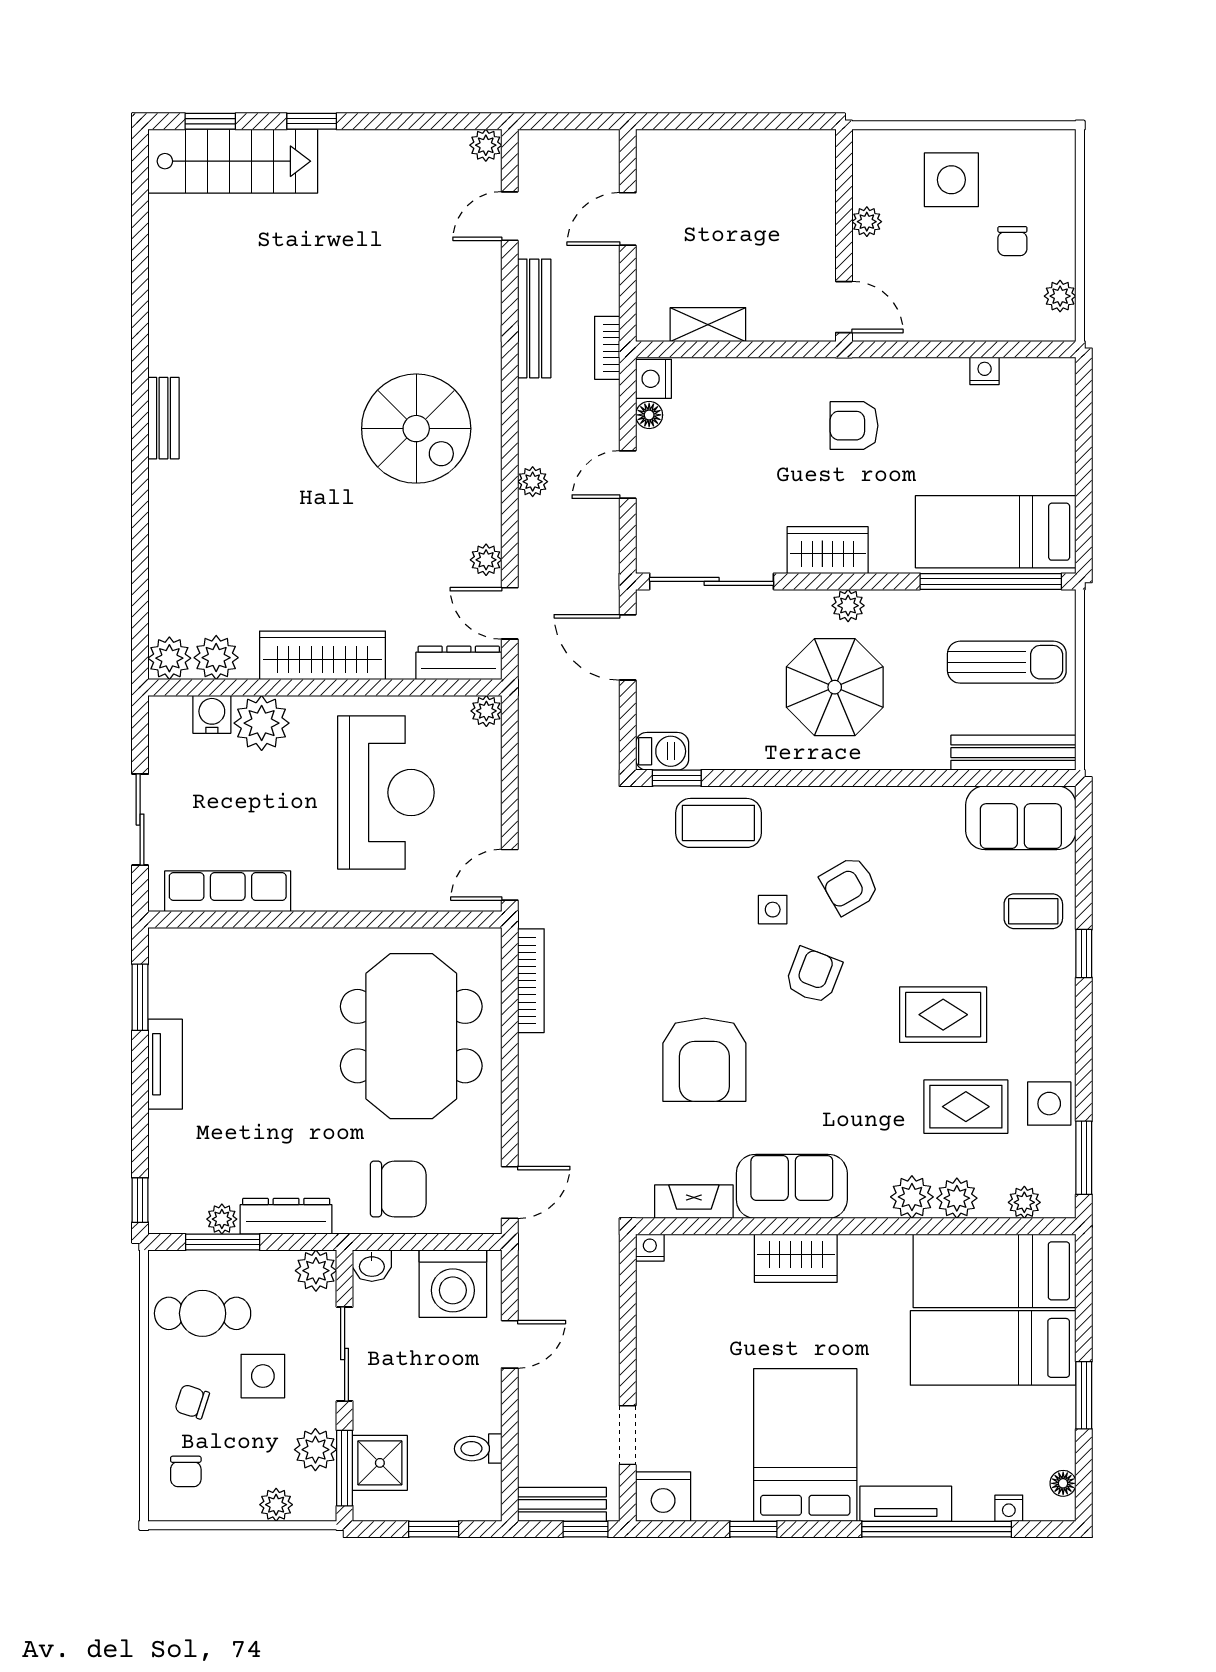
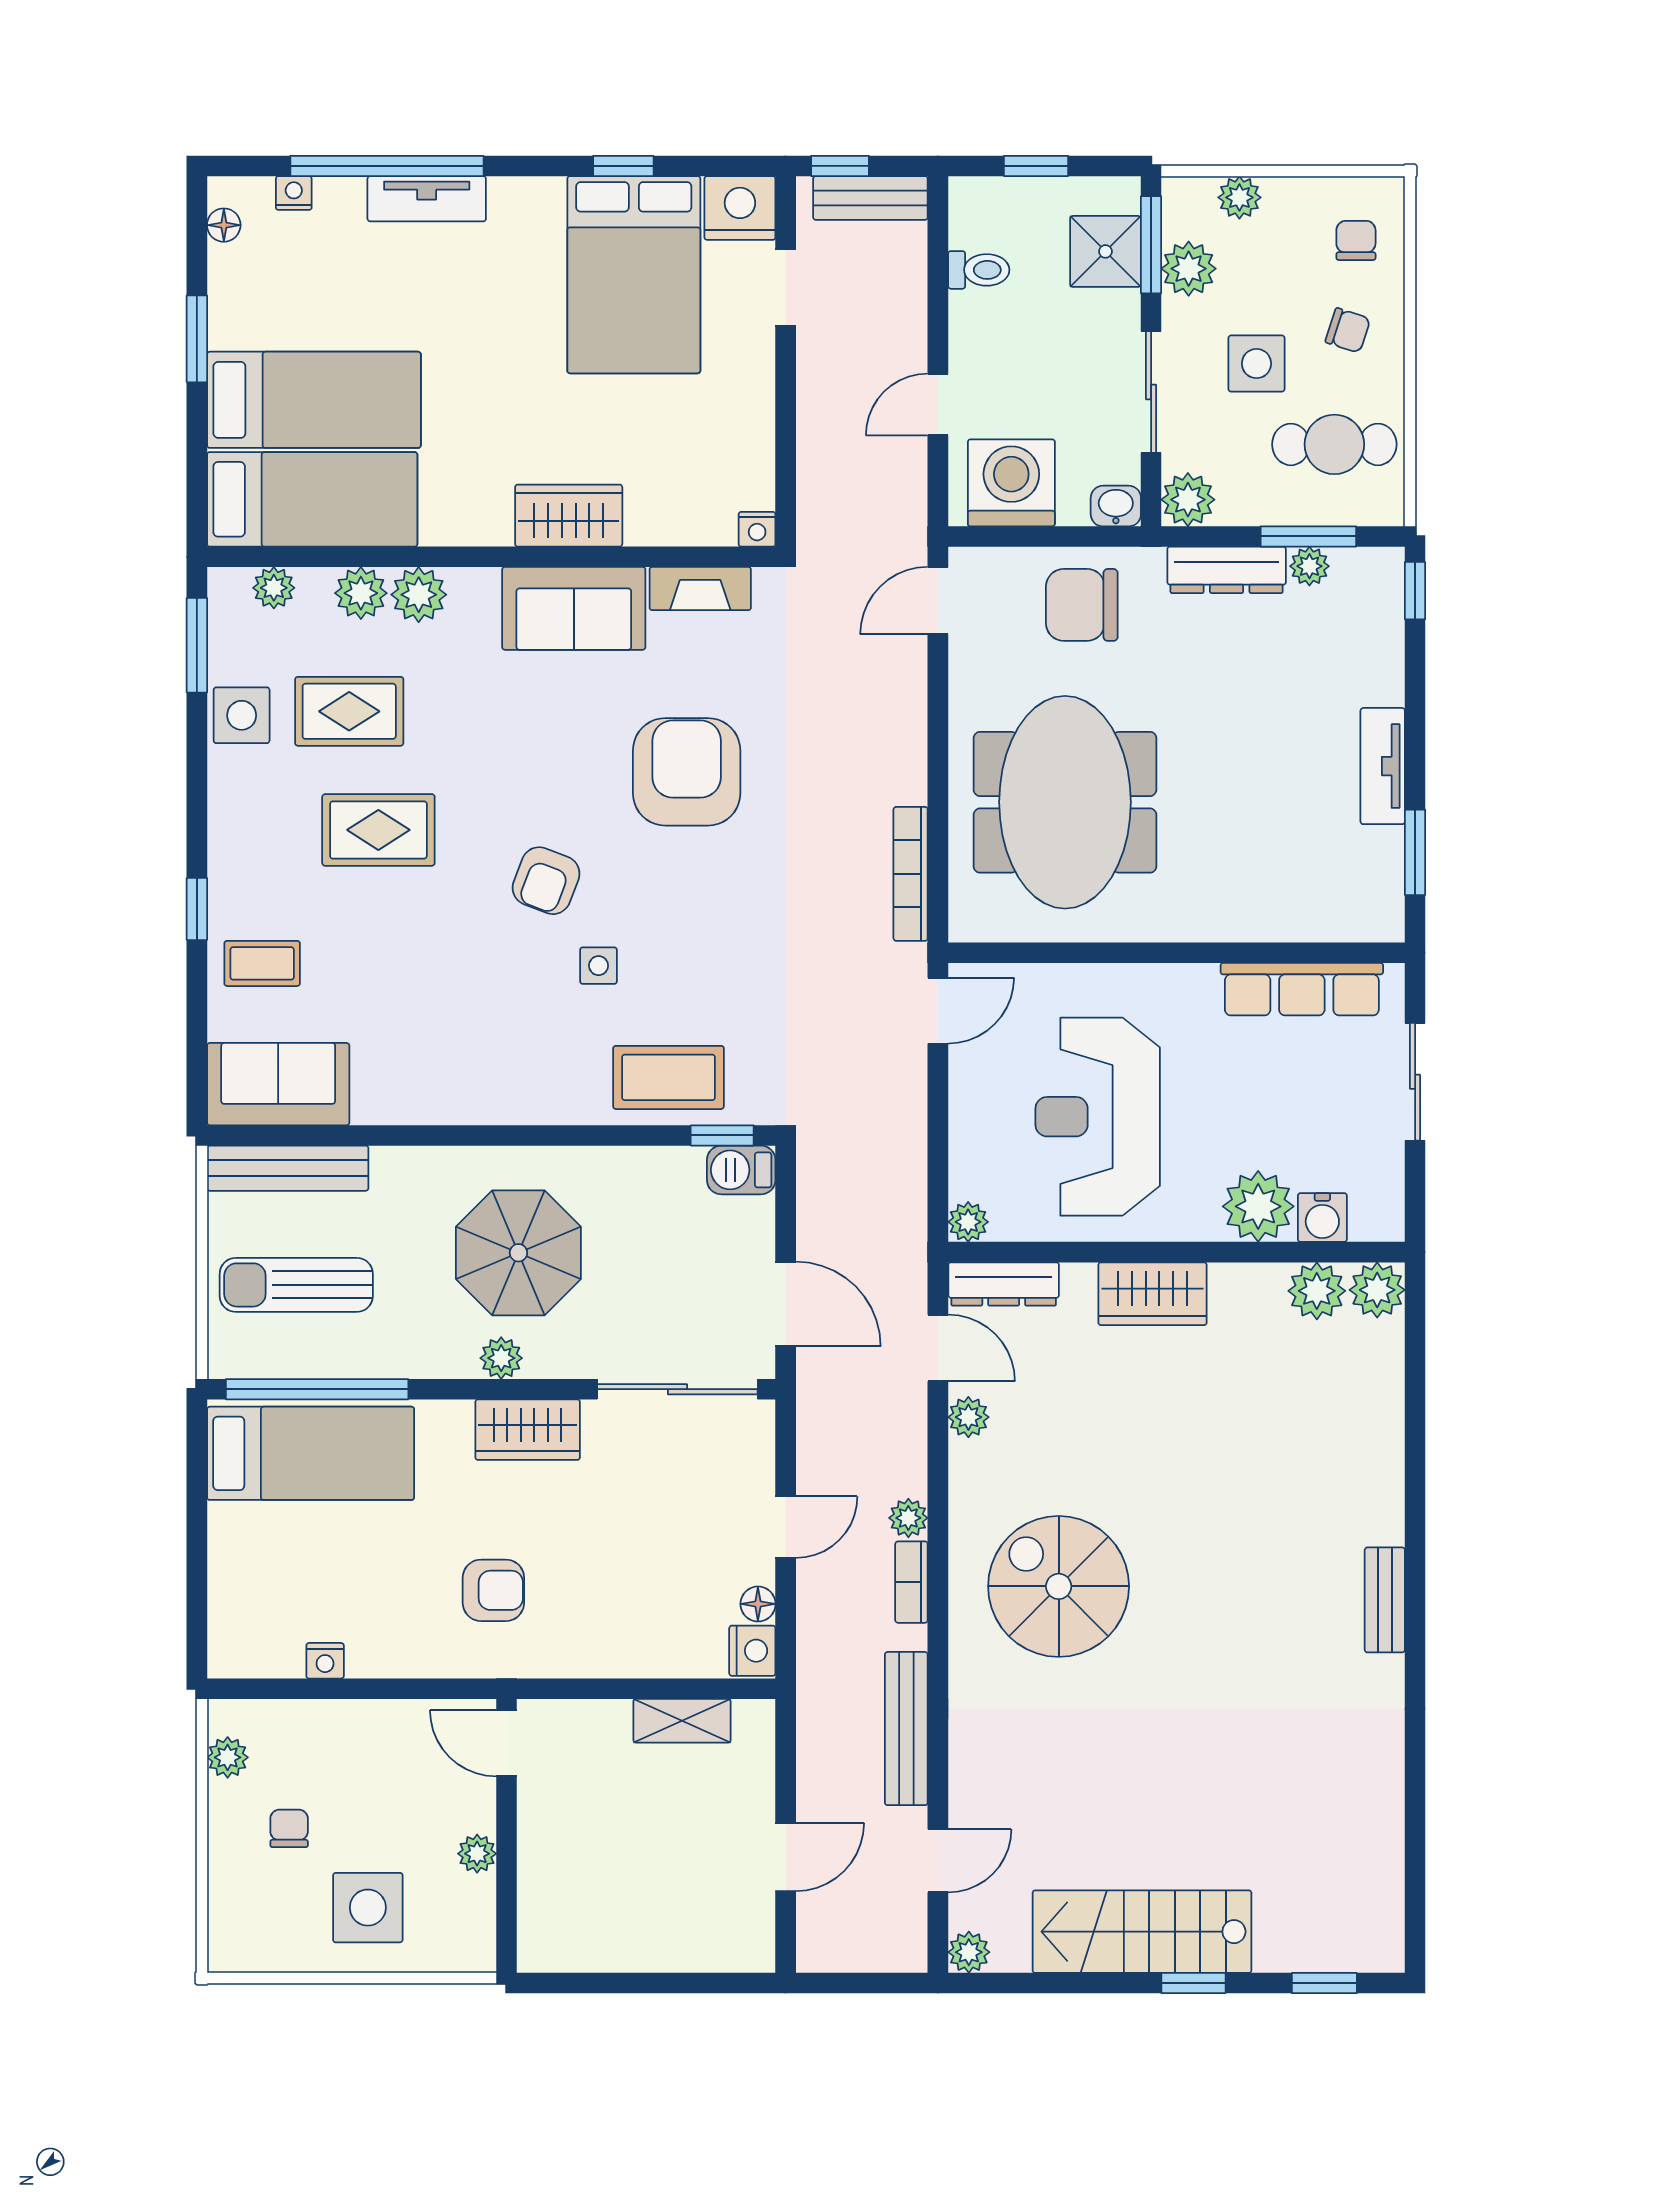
stairs: (233, 161) -> (1142, 1932), moved
bookcase: (607, 348) -> (911, 1582), moved, turned 180
wardrobe: (322, 655) -> (1152, 1294), width x0.67
armchair: (850, 885) -> (499, 997), removed
bed: (805, 1445) -> (634, 275), moved

